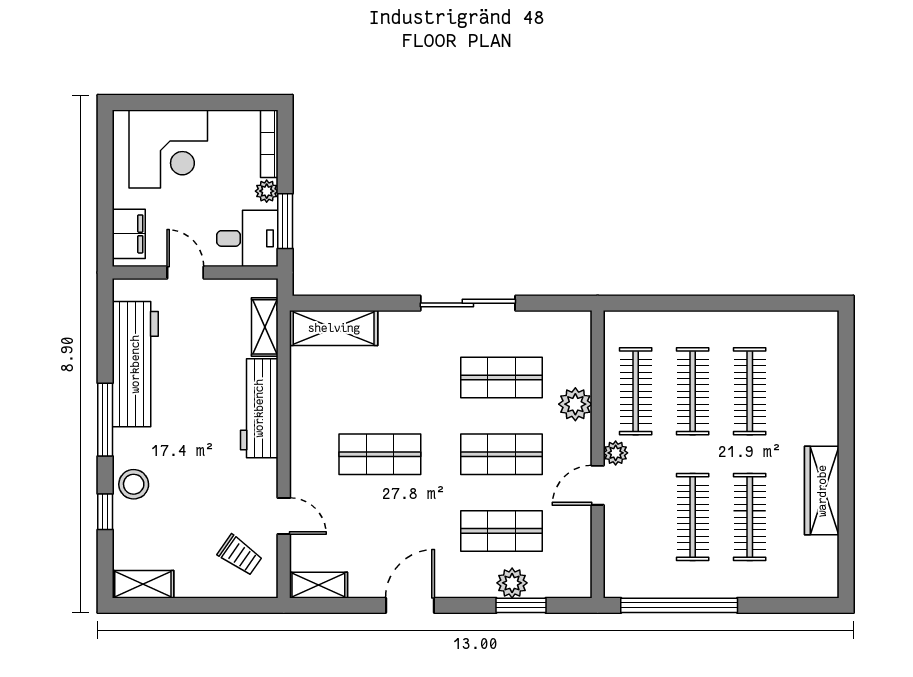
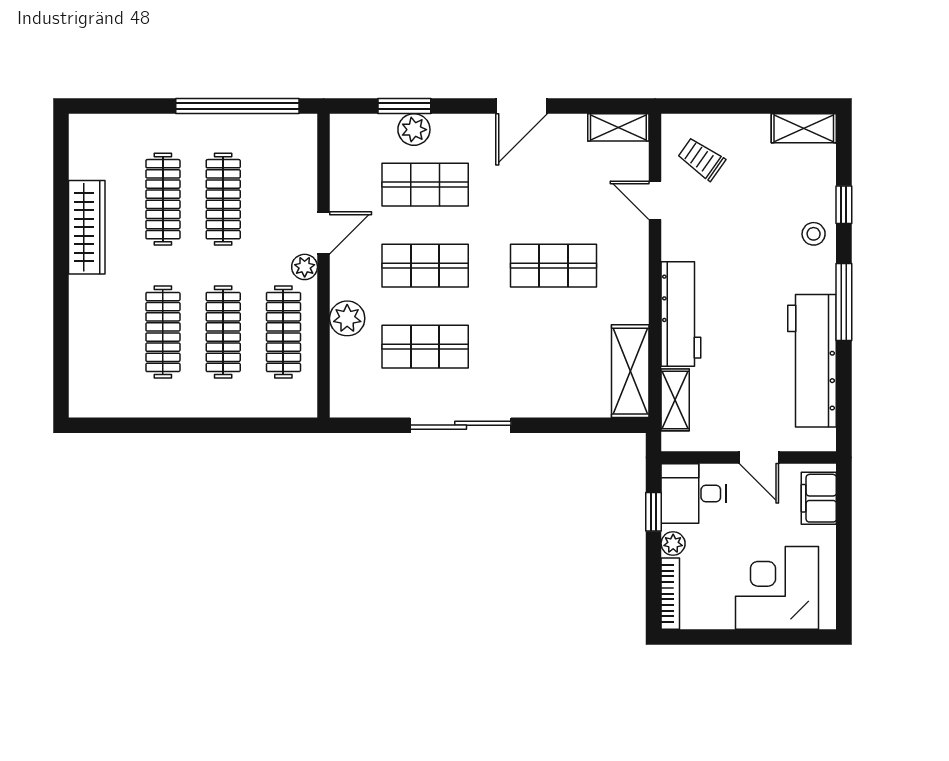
window: (285, 221) -> (654, 512), width x0.67
shelving: (334, 328) -> (630, 371), moved, turned 90
stool: (134, 484) -> (814, 234), width x0.73, depth x0.73

